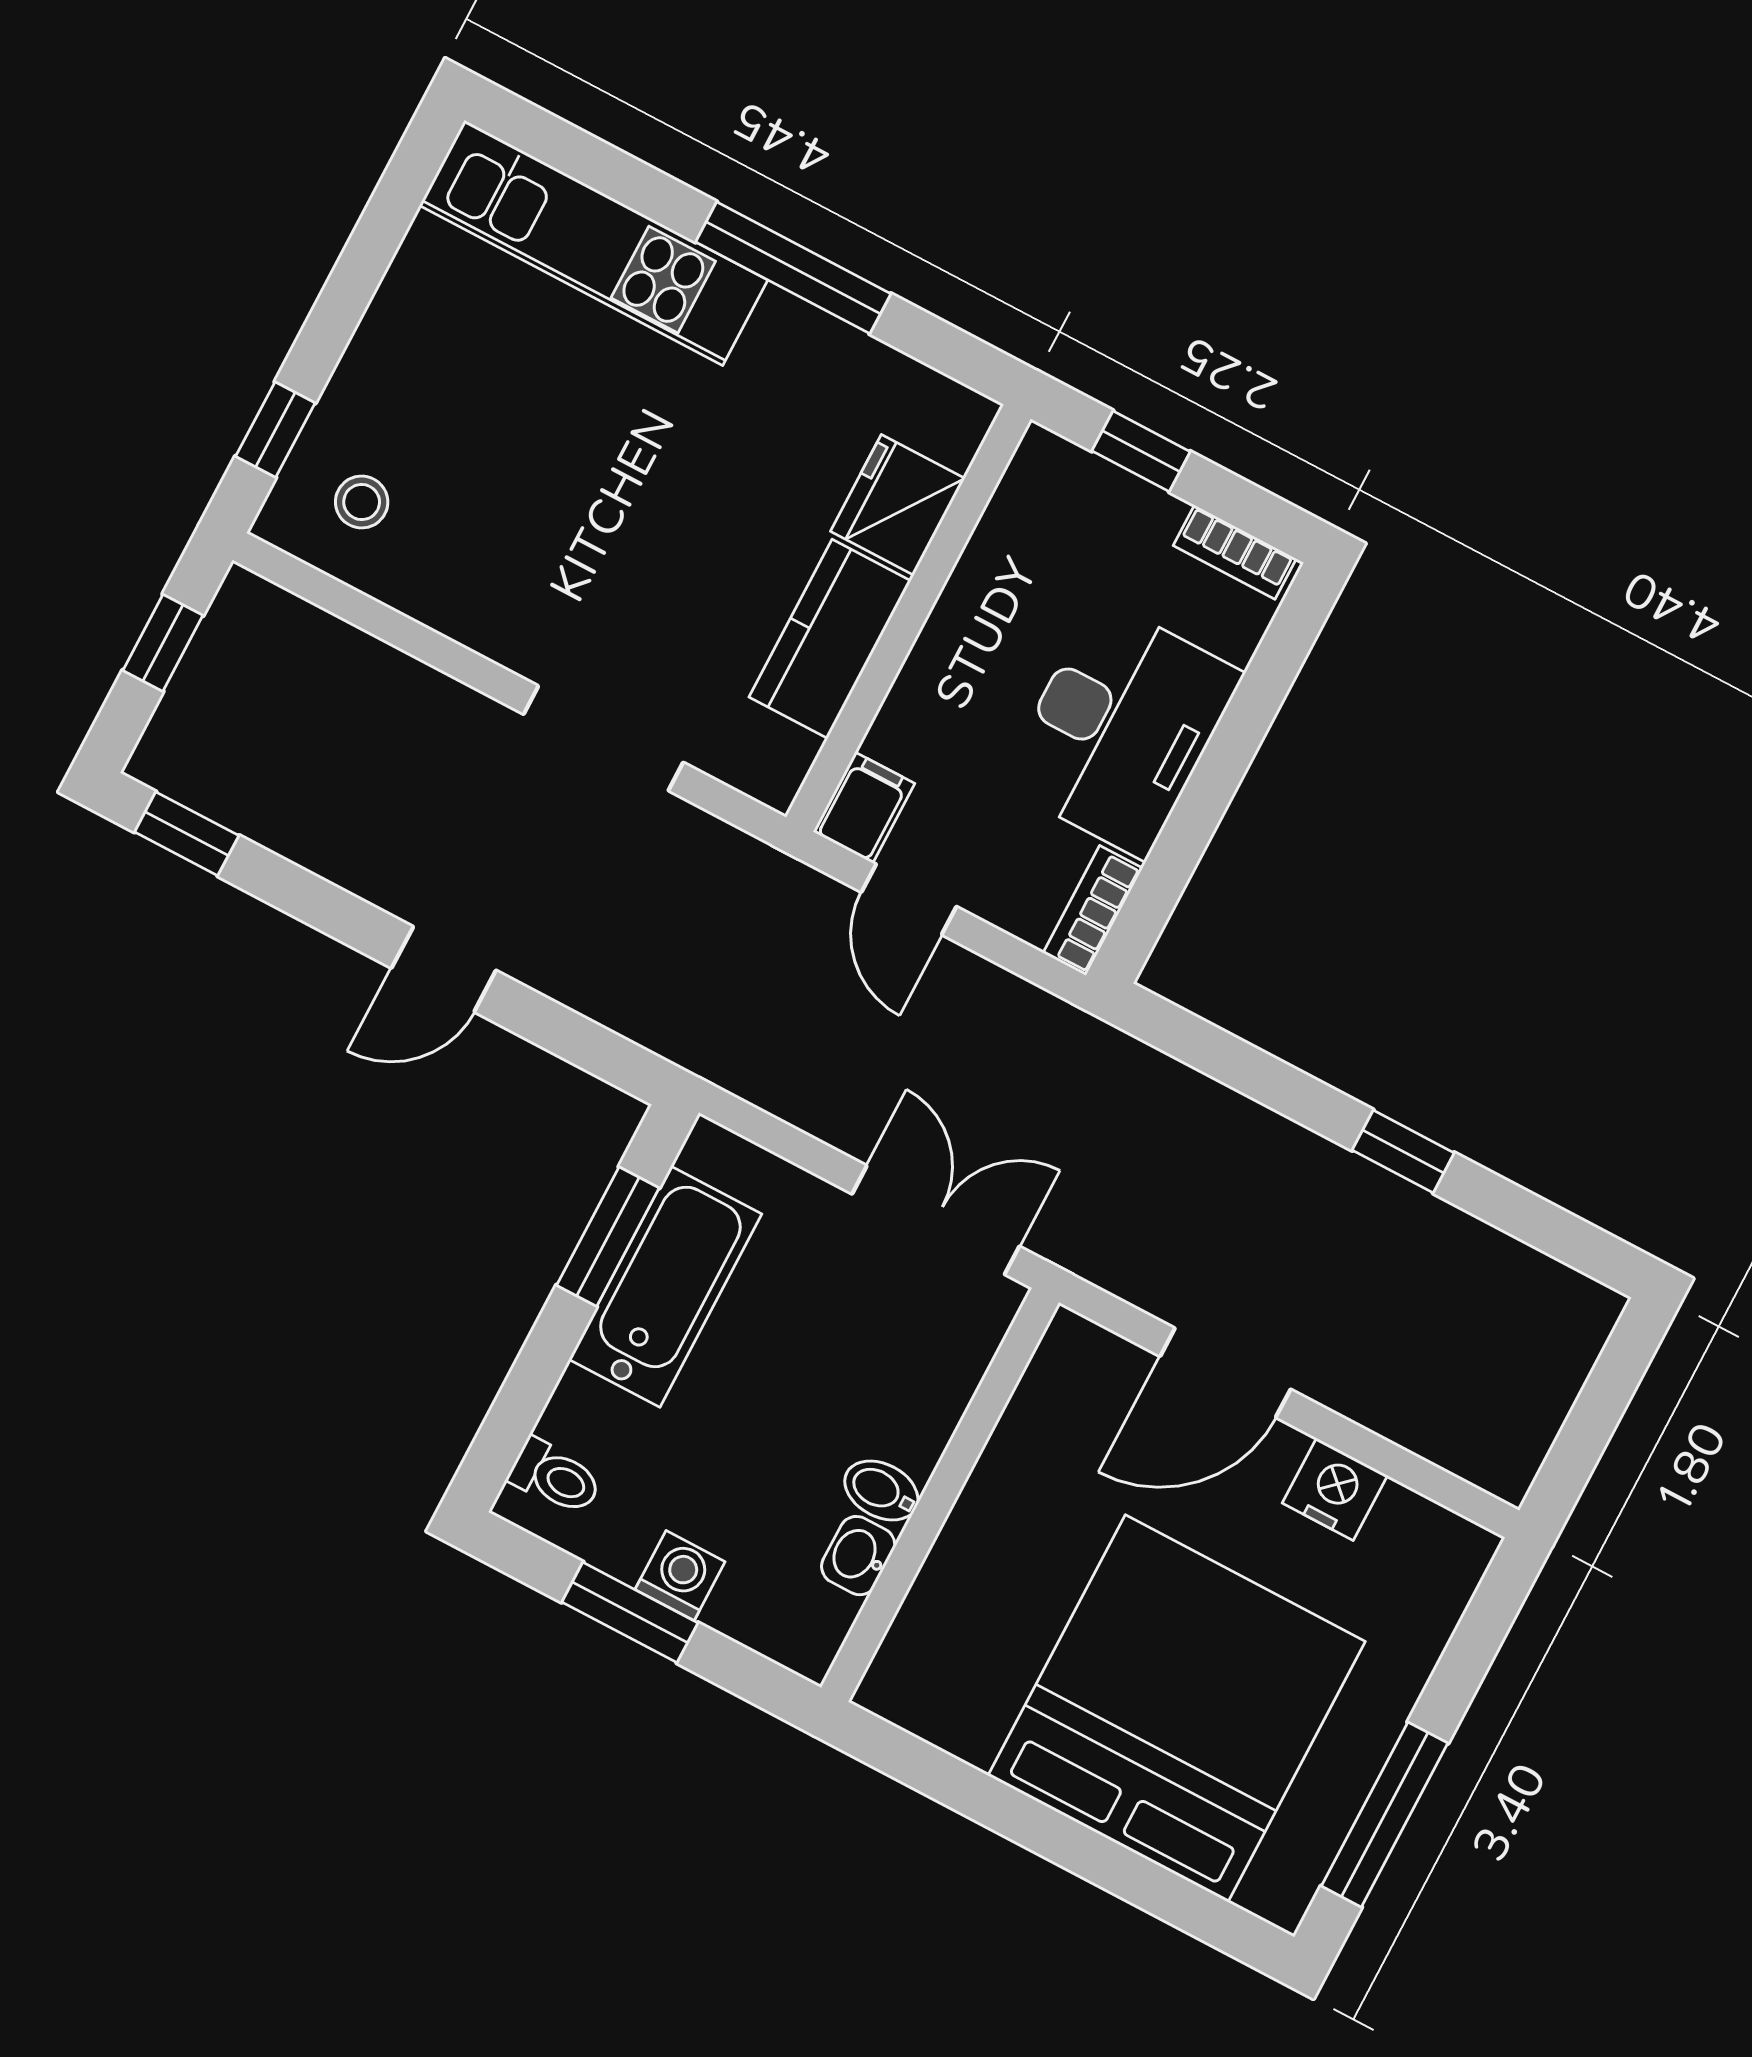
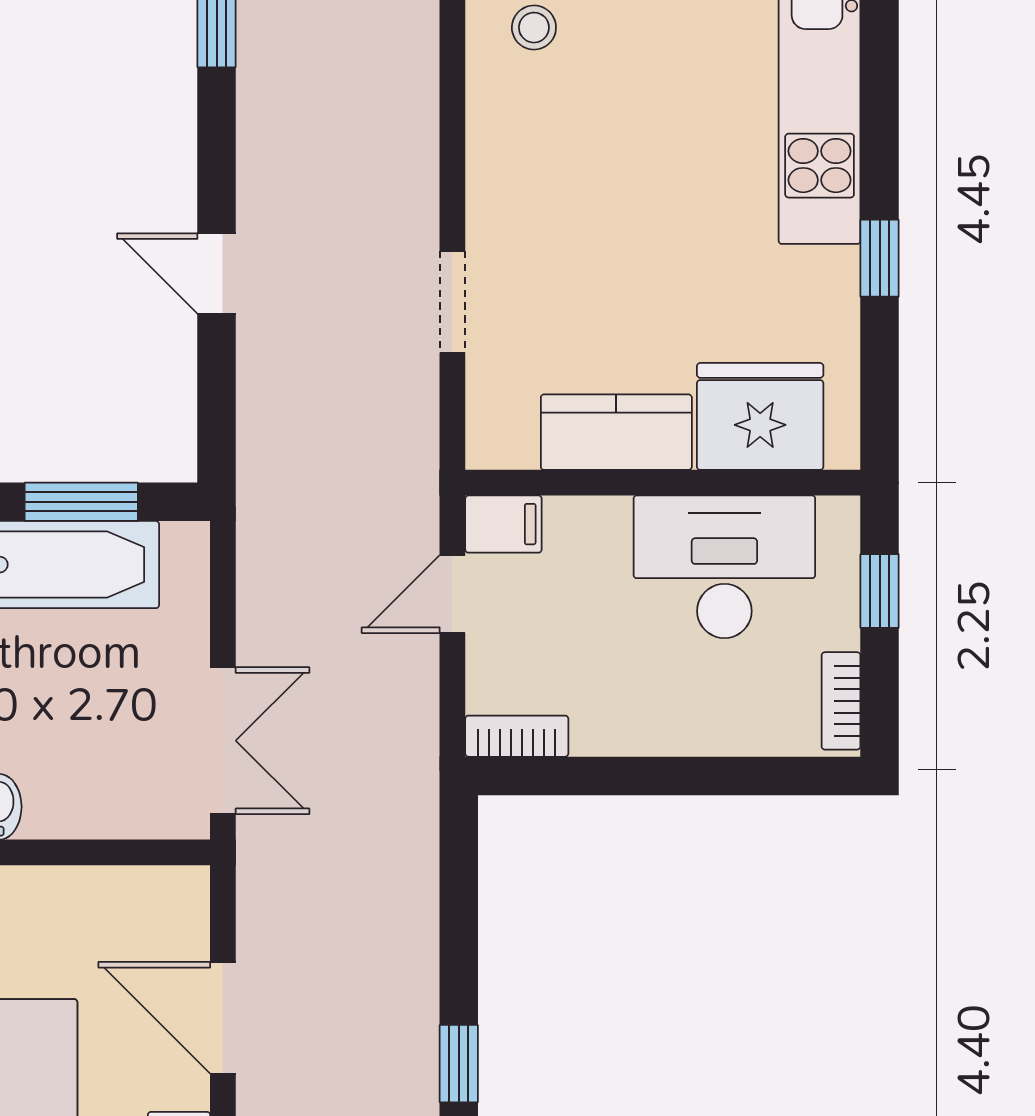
window: (793, 268) -> (880, 258), width x0.46
fridge: (898, 505) -> (760, 416), width x1.36, depth x1.34
desk: (1121, 728) -> (724, 567), moved, turned 180
doorway: (603, 738) -> (452, 302), width x0.73

